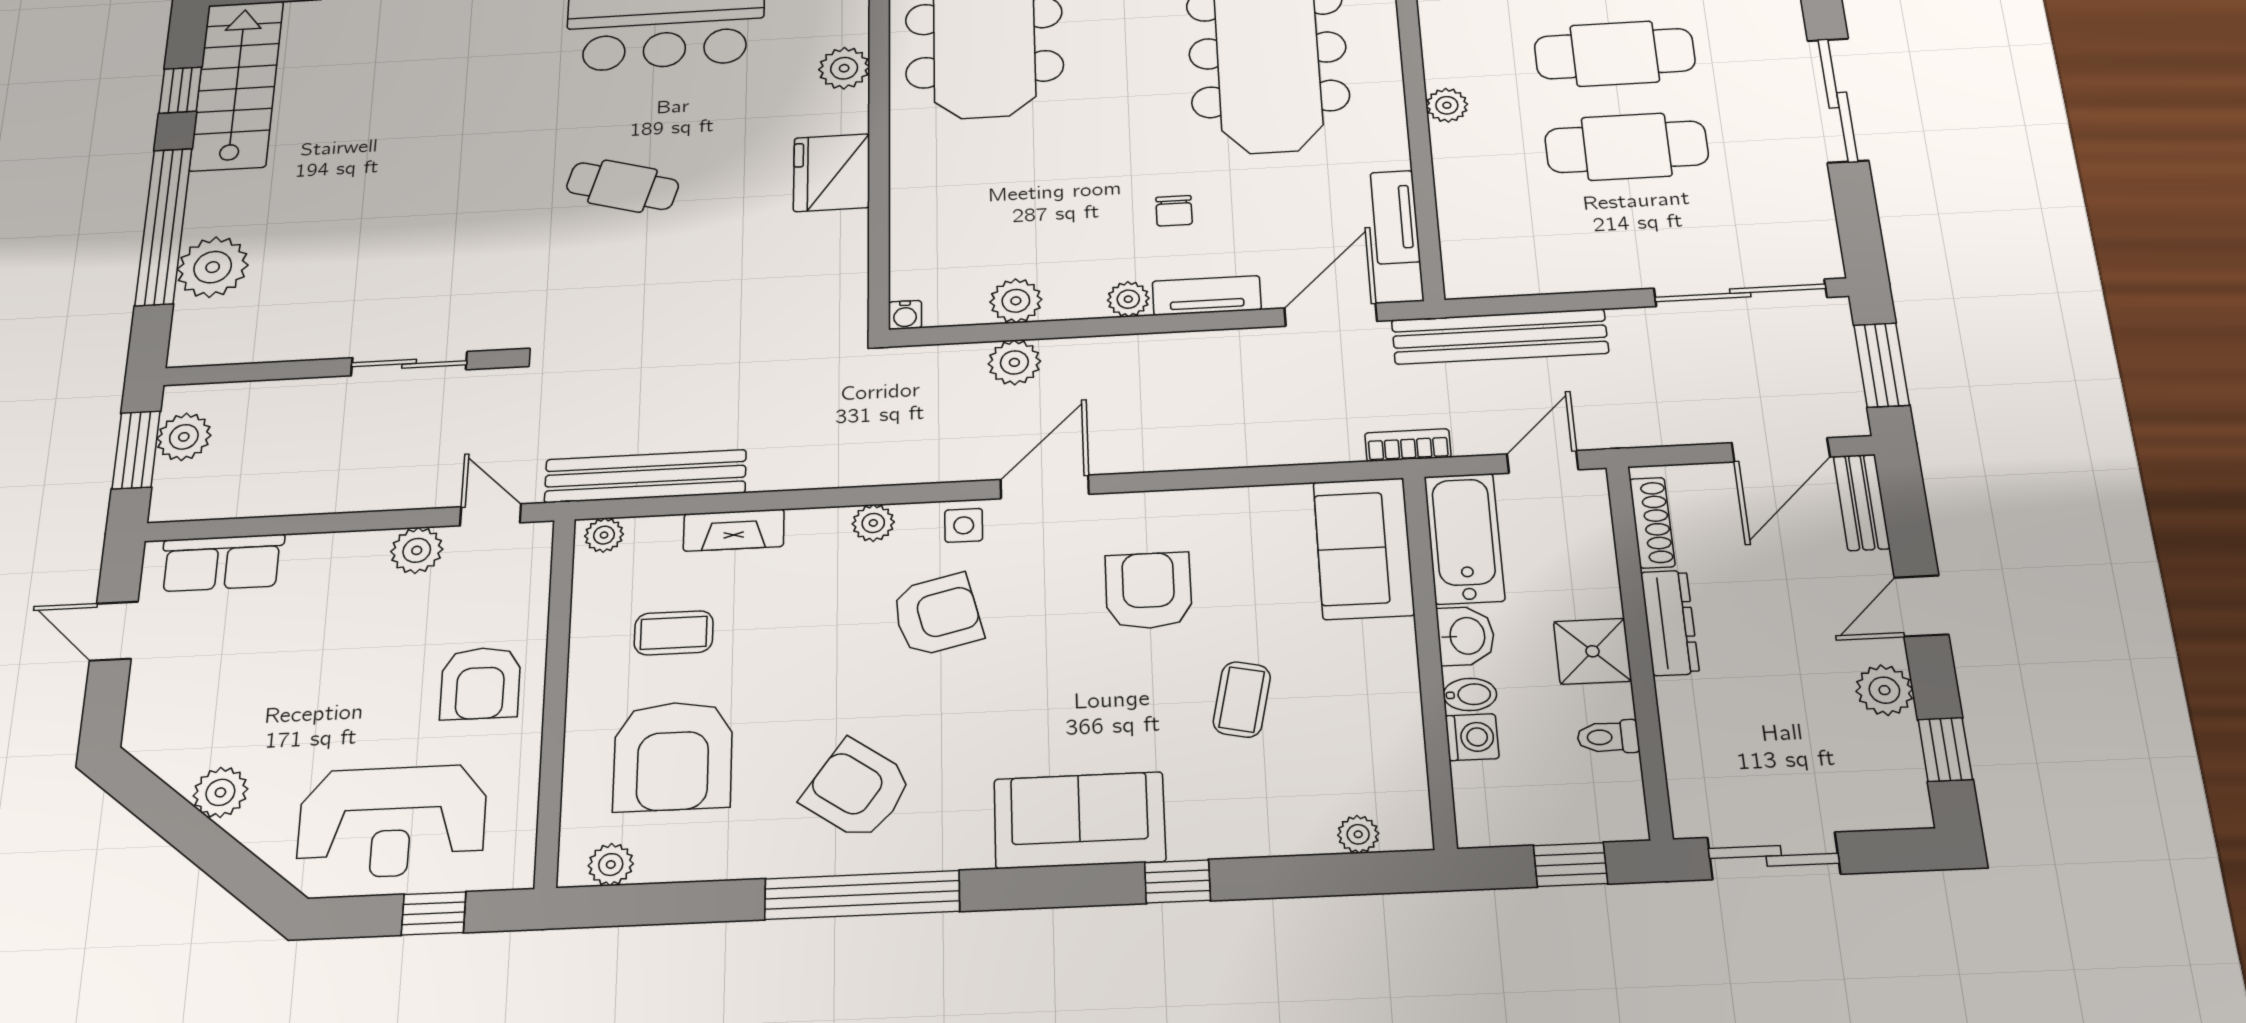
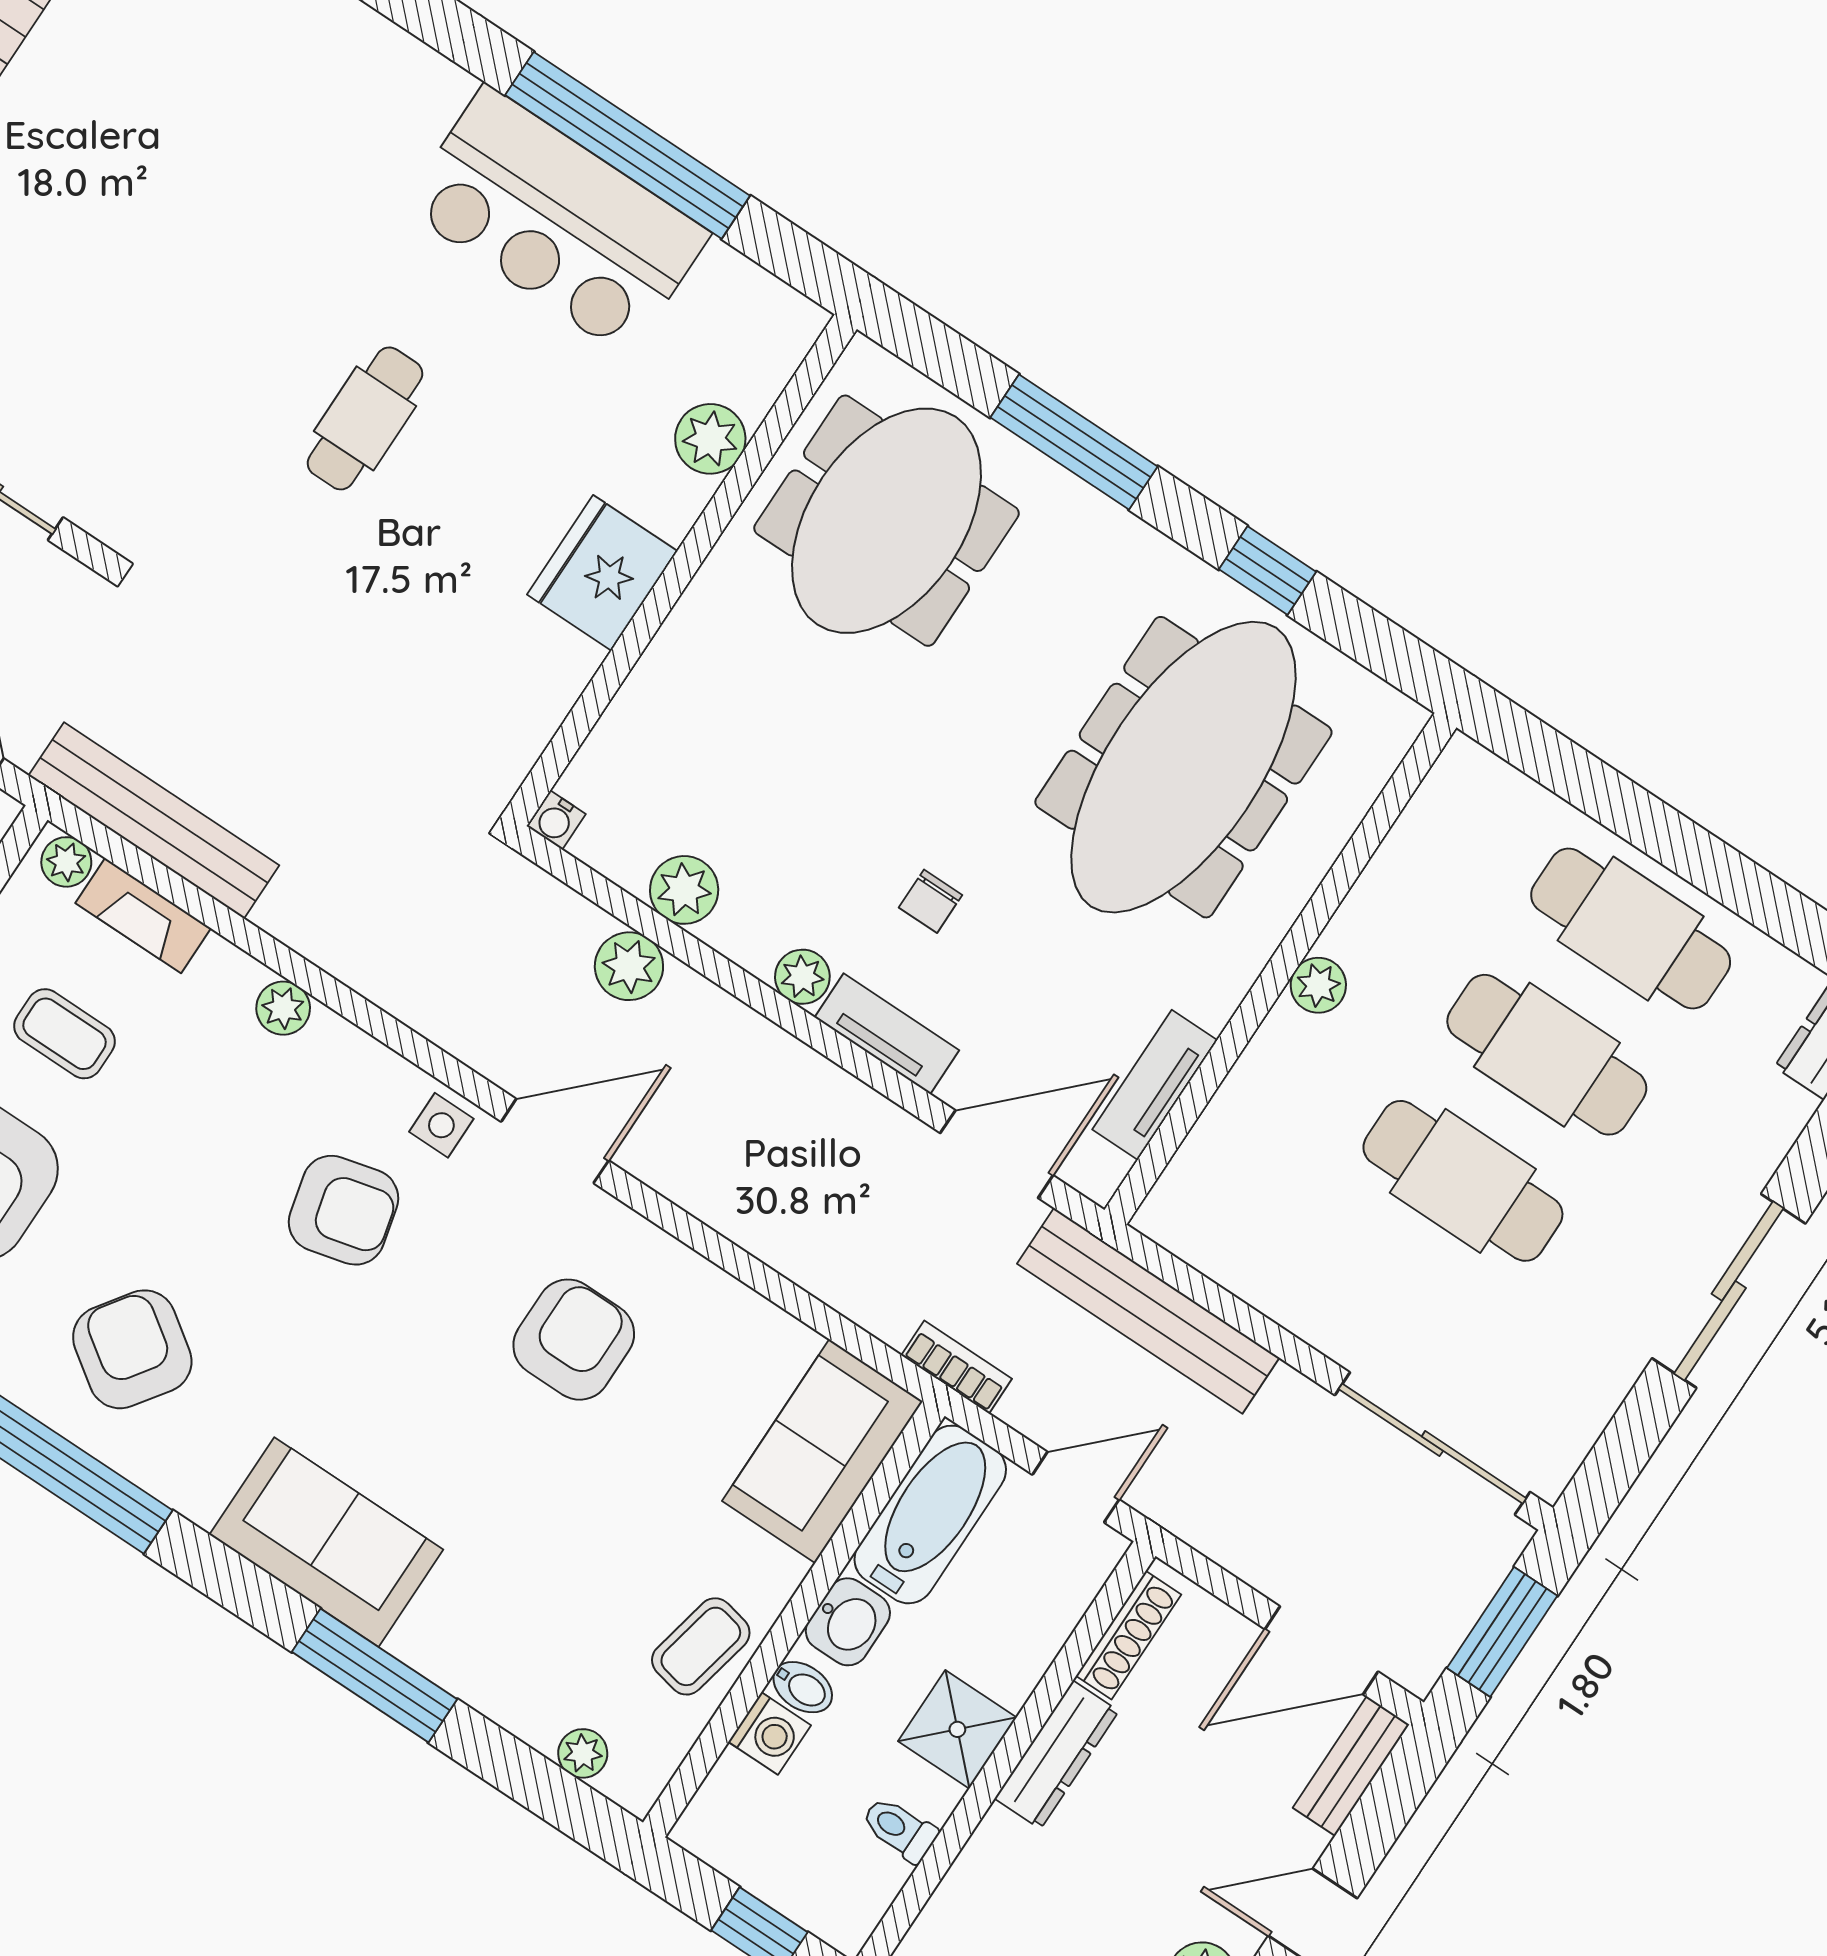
cafe table: (622, 186) -> (365, 418), turned 74
plant: (873, 523) -> (283, 1008), moved
fireplace: (734, 530) -> (143, 916), moved
coffee table: (1242, 699) -> (701, 1646), moved
window: (1178, 881) -> (375, 1676), width x2.17

